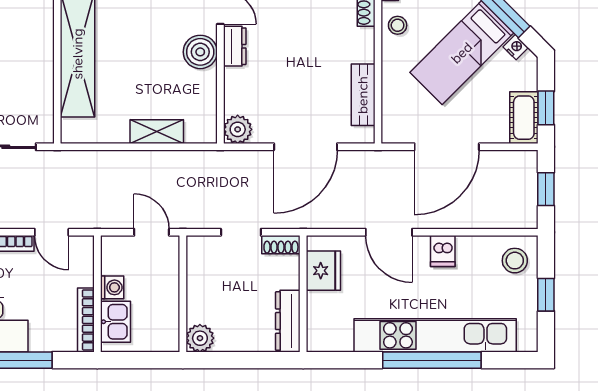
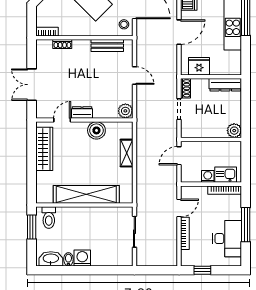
stool: (398, 25) -> (124, 24), moved
boiler: (200, 52) -> (96, 130), moved
door: (306, 147) -> (134, 75), width x0.53

